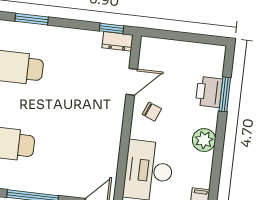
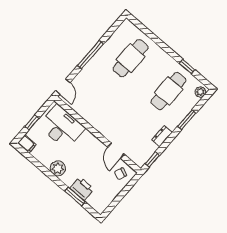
dresser: (118, 41) -> (162, 136), moved
chair: (152, 112) -> (120, 174), moved

